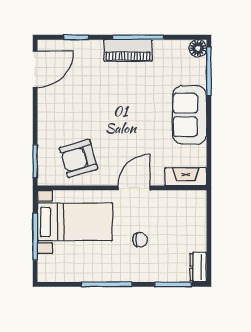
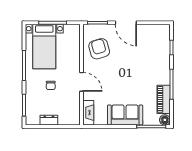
piano: (128, 50) -> (164, 99), moved
door: (35, 69) -> (126, 23), moved
bed with nightstands: (75, 222) -> (44, 47), moved
dresser: (198, 267) -> (49, 120), moved

